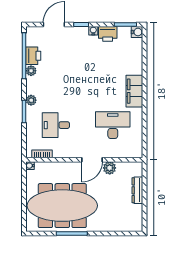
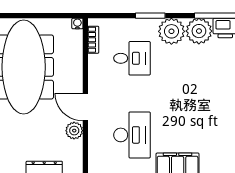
plant: (31, 71) -> (199, 31), width x1.88, depth x1.88
plant: (31, 100) -> (171, 31), width x1.88, depth x1.88
desk: (56, 125) -> (132, 58), turned 90

